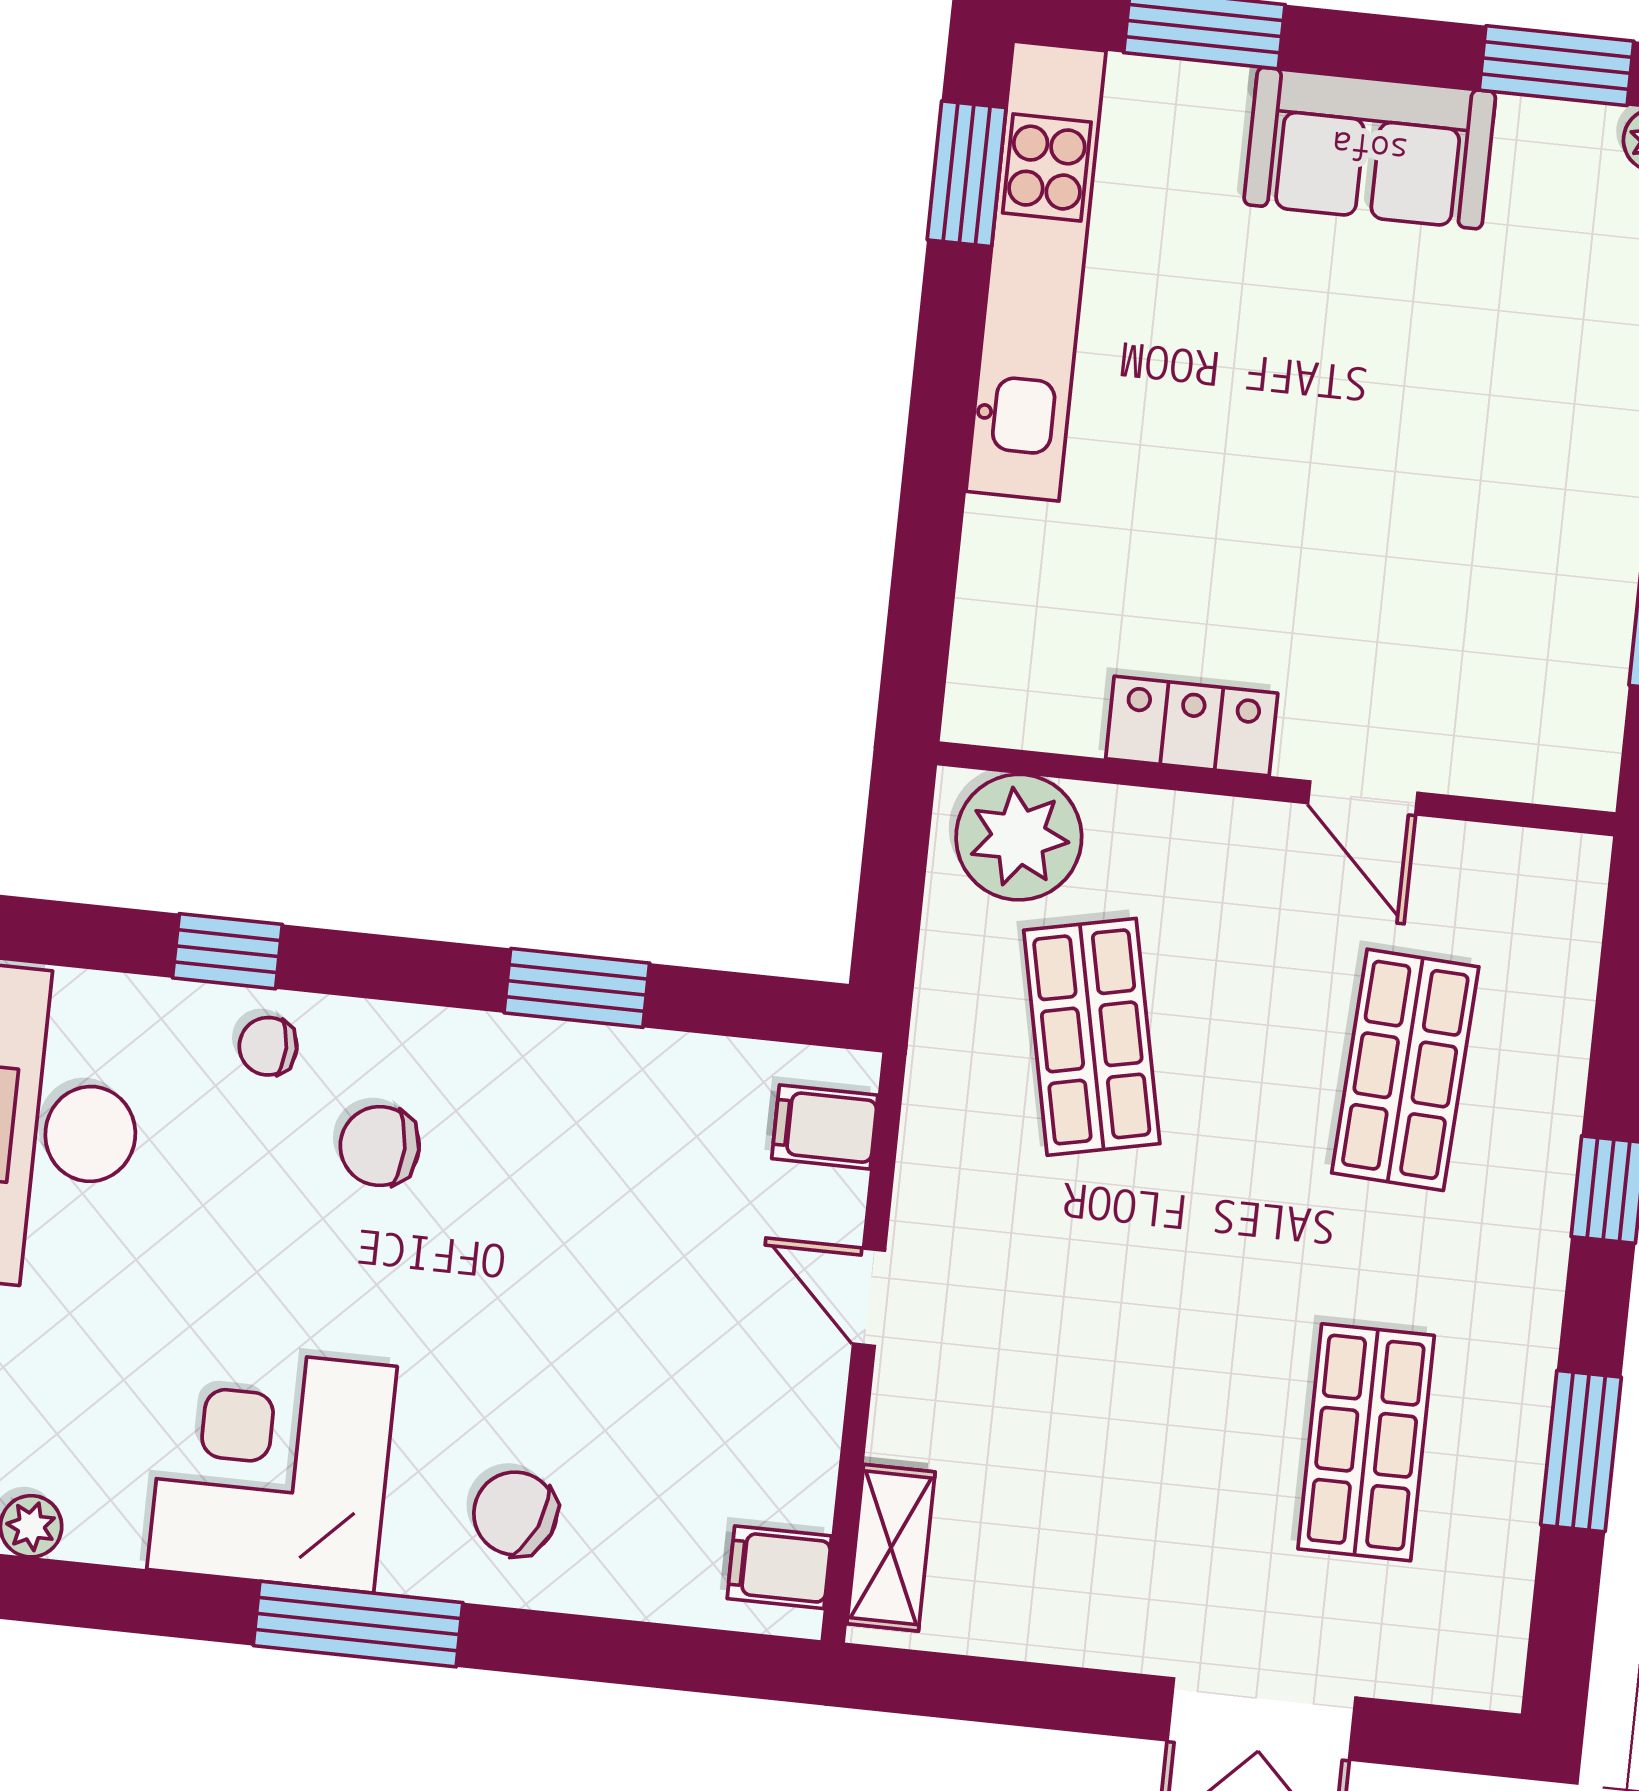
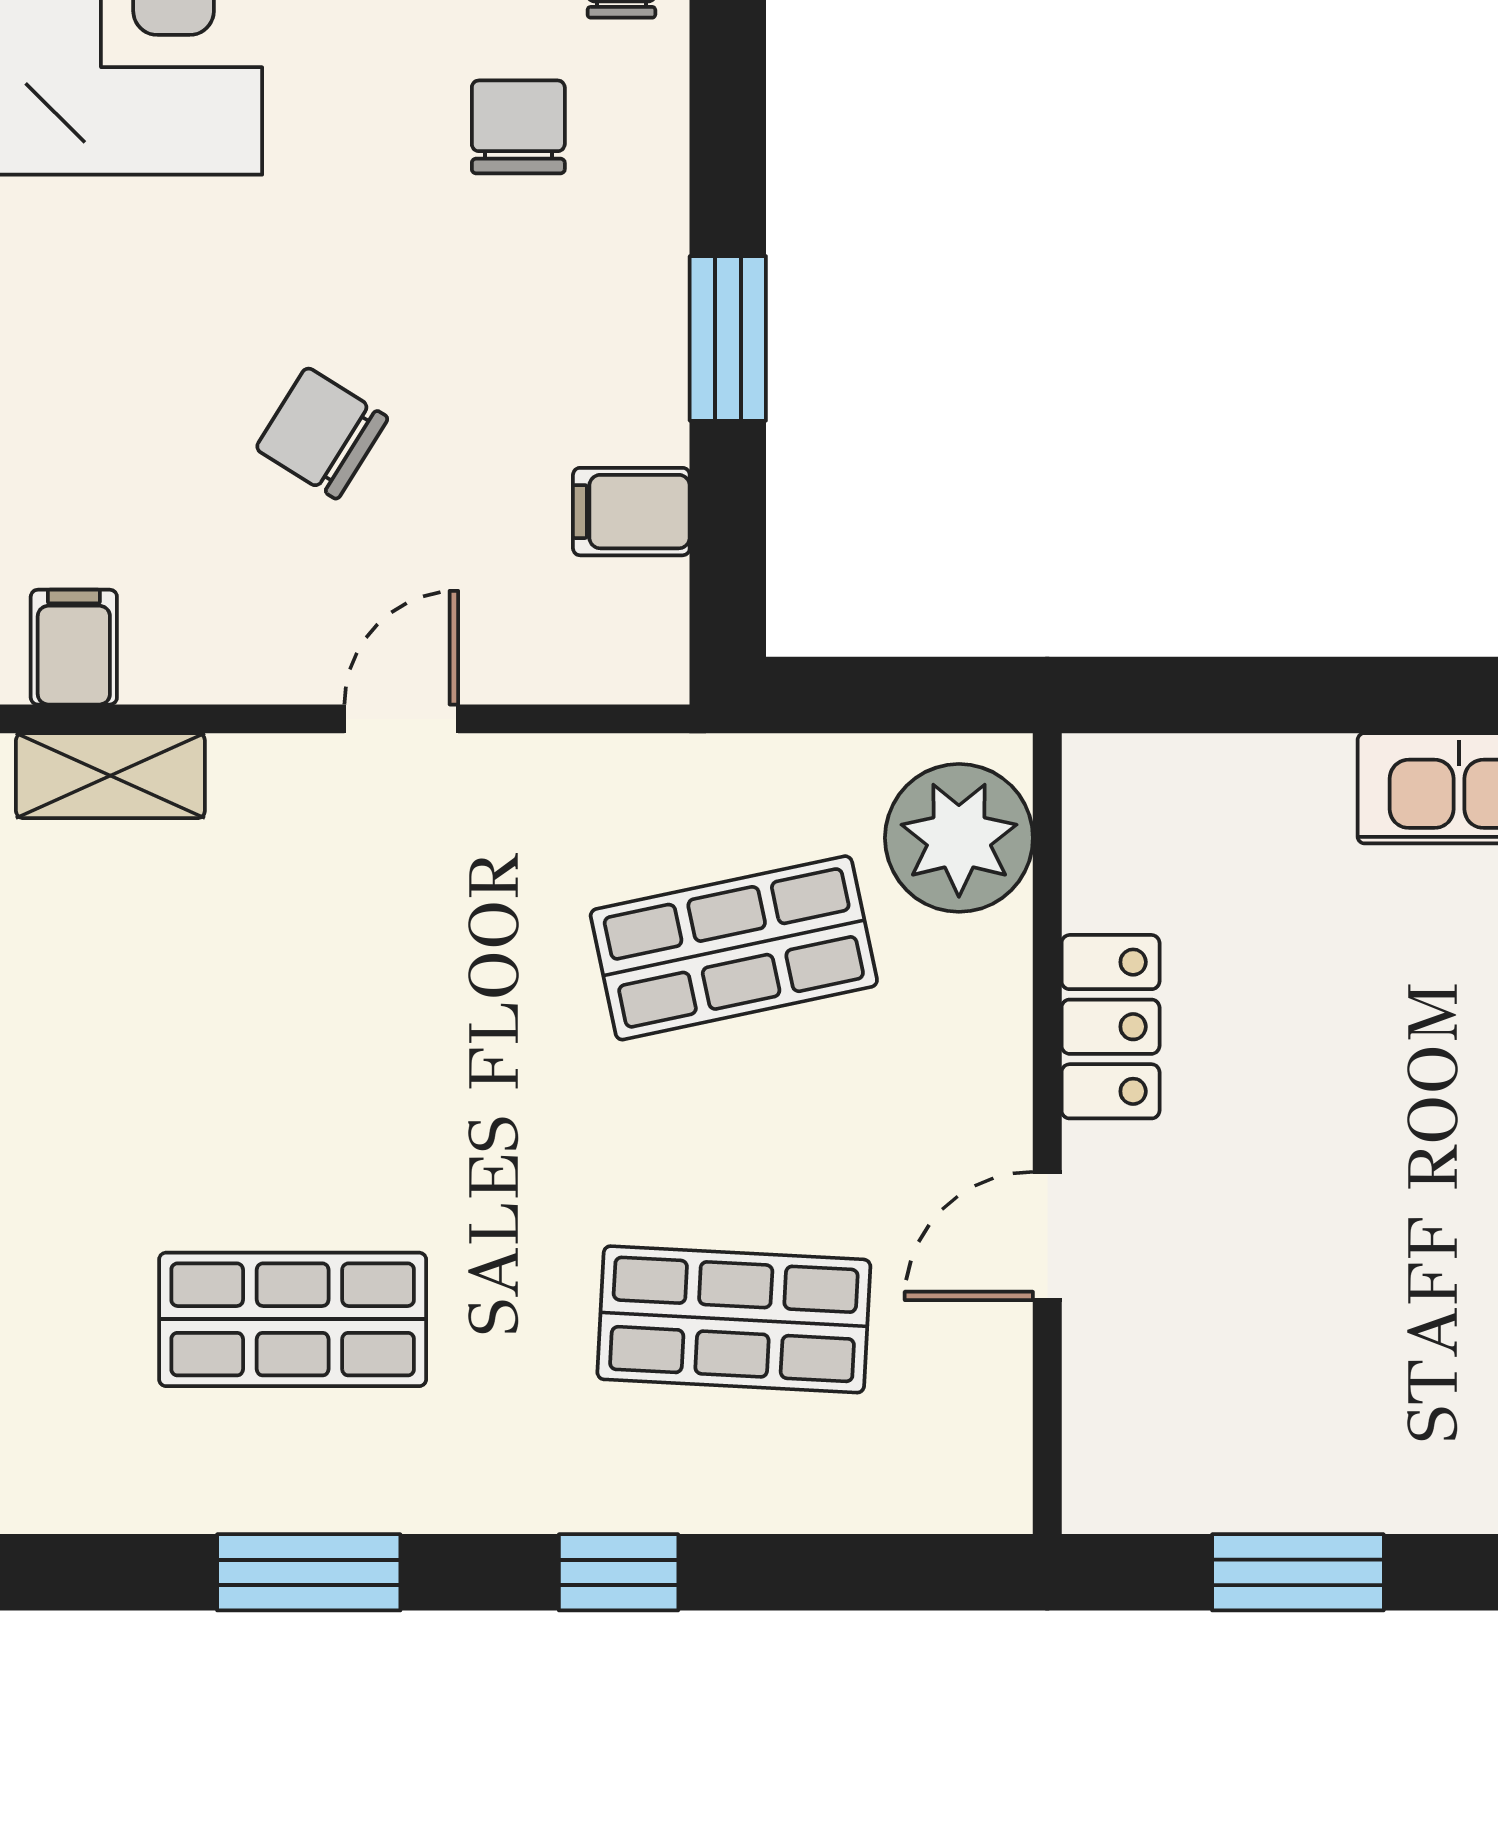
filing cabinet: (825, 1127) -> (631, 512), moved, turned -90
chair: (515, 1513) -> (322, 433), moved, turned -81

